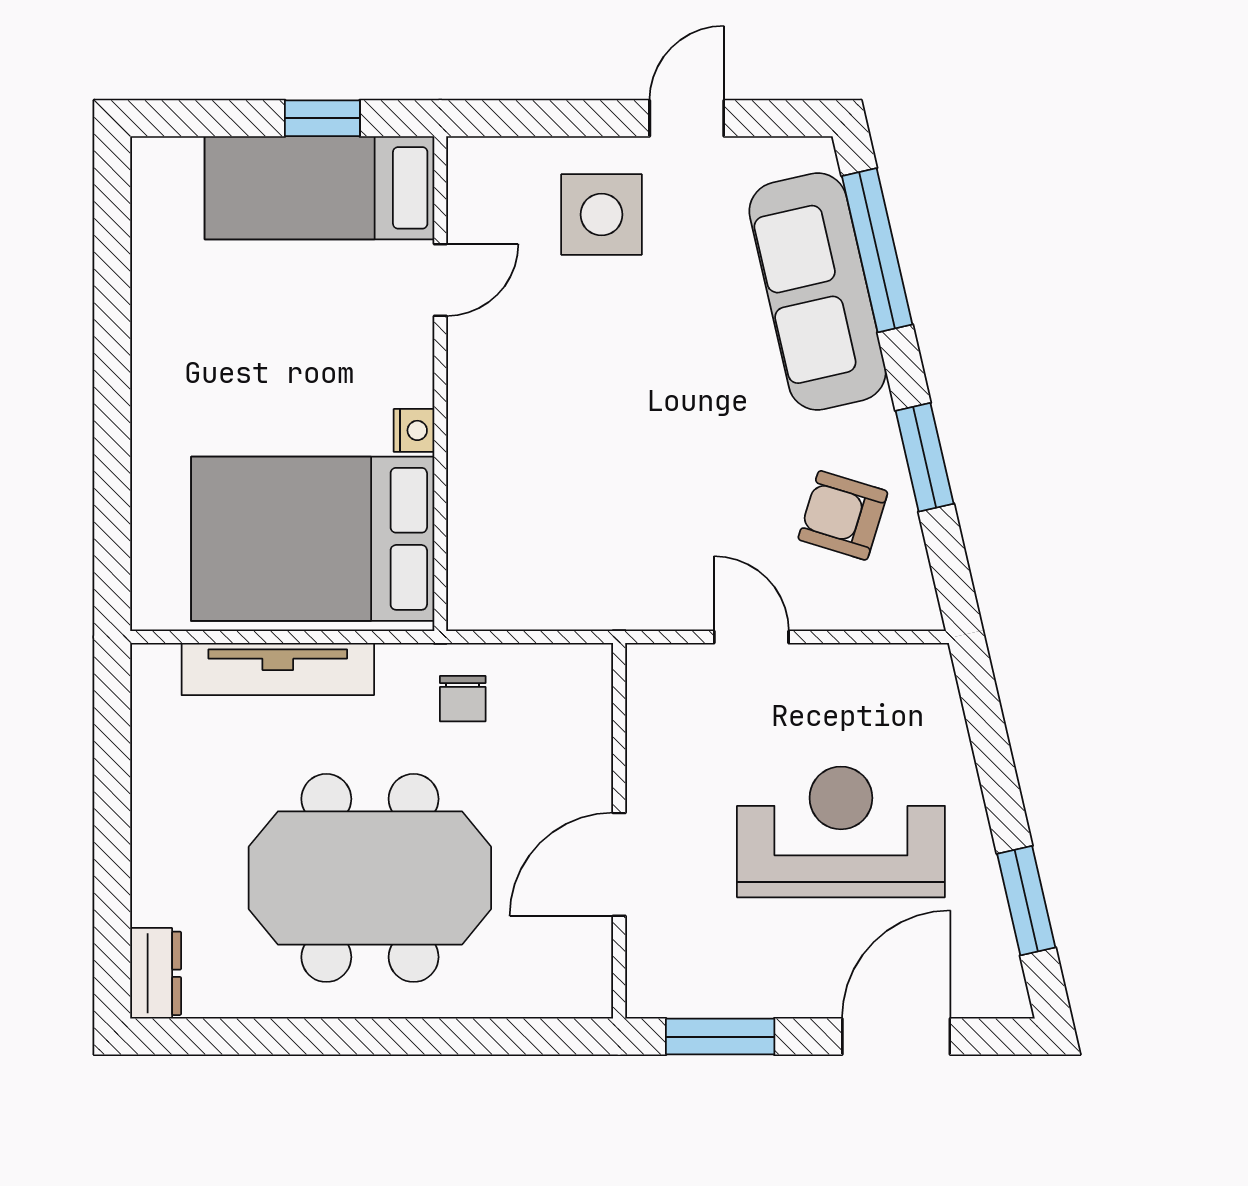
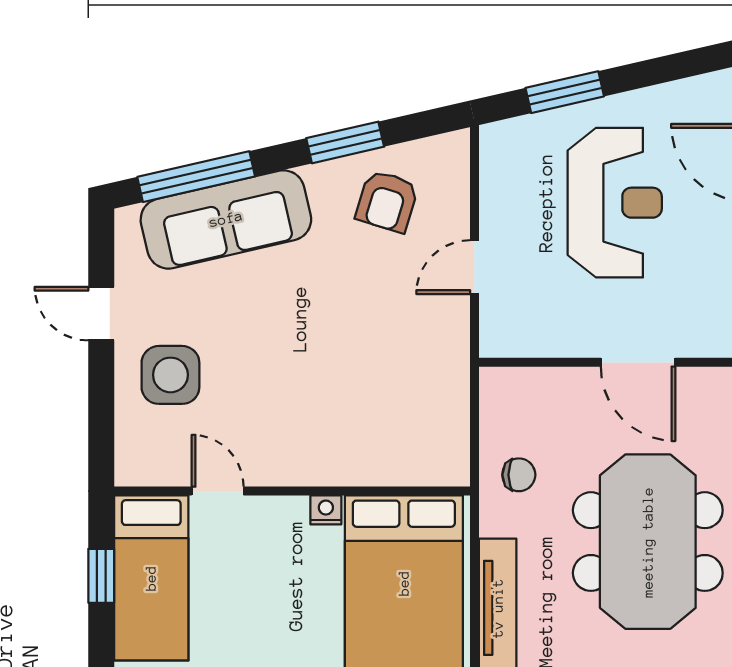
reception desk: (841, 832) -> (615, 203), turned 180
window: (1026, 901) -> (565, 92), moved

